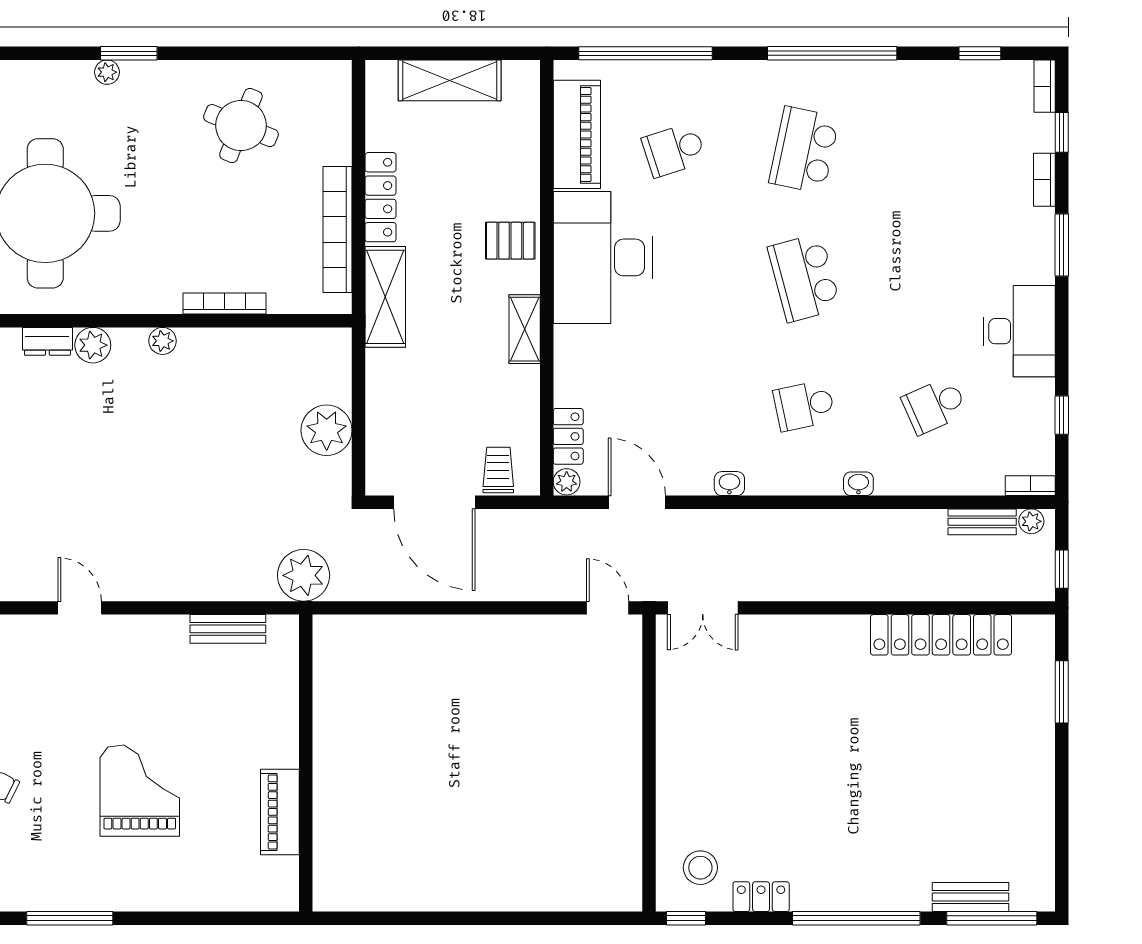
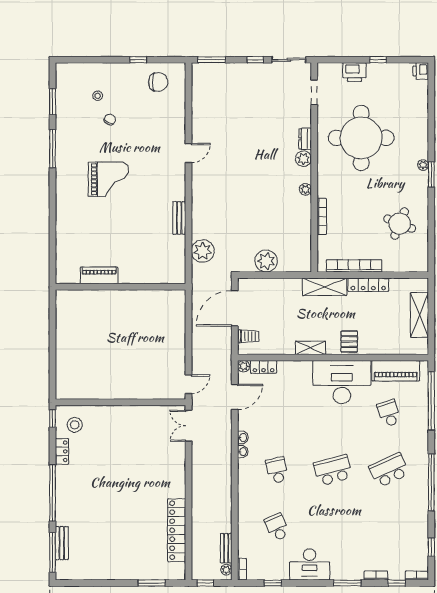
school desk: (804, 150) -> (389, 470), turned -36
washbasin: (858, 484) -> (243, 452), moved
wall: (306, 763) -> (120, 287), moved
piano: (280, 812) -> (99, 275), moved

